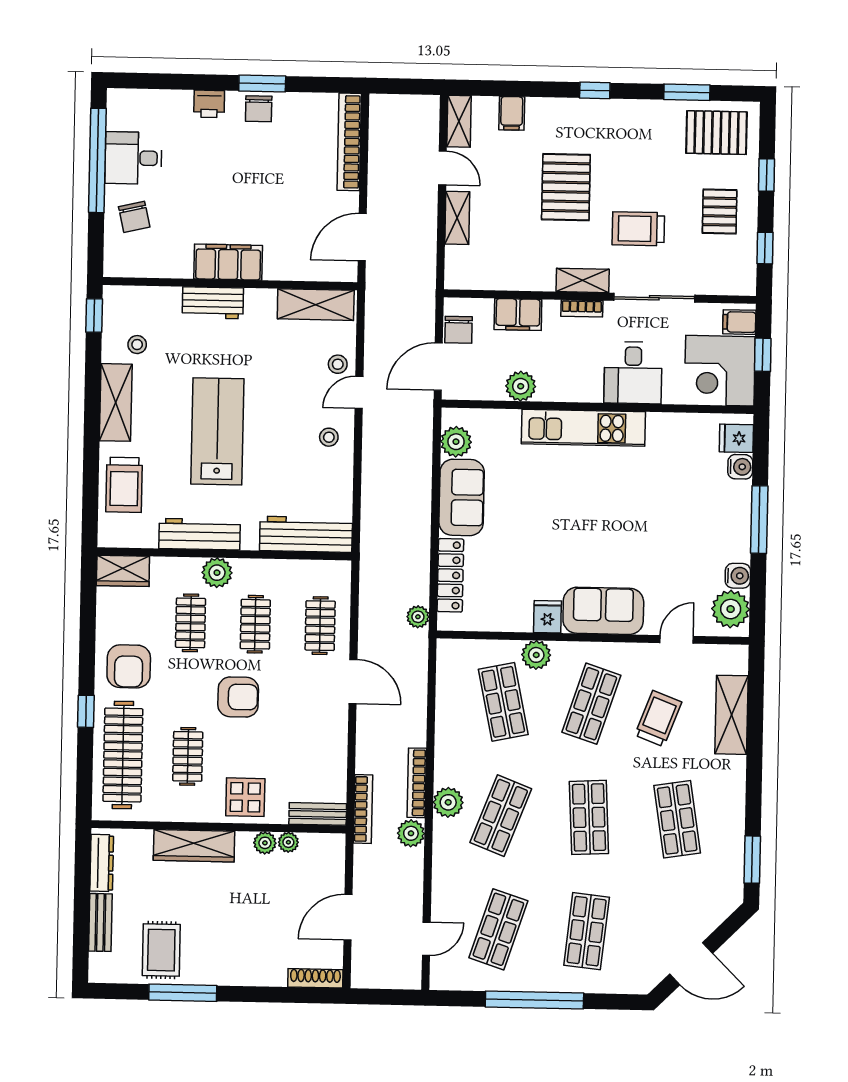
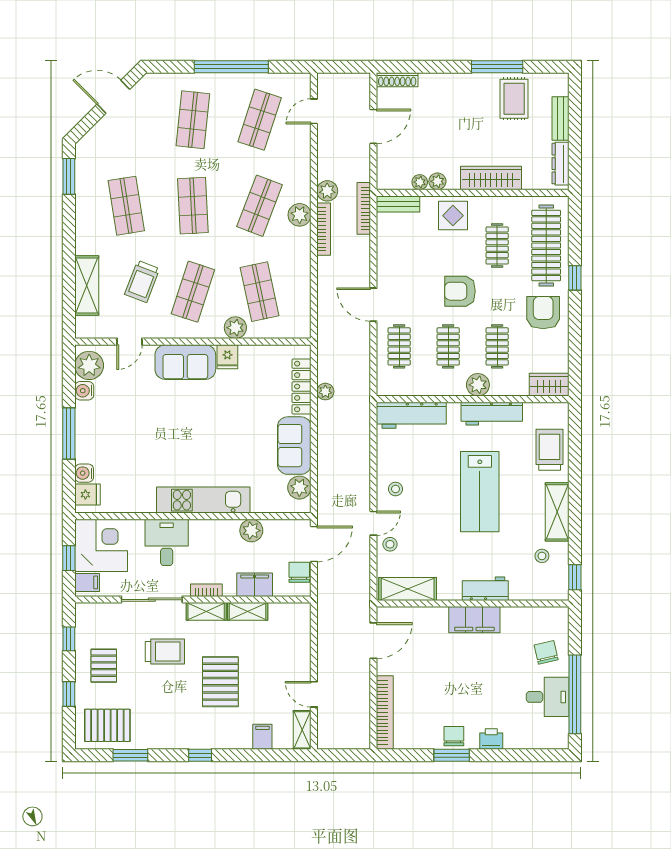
shelving: (457, 218) -> (248, 611), moved, turned 90
plant: (418, 617) -> (325, 392), moved

